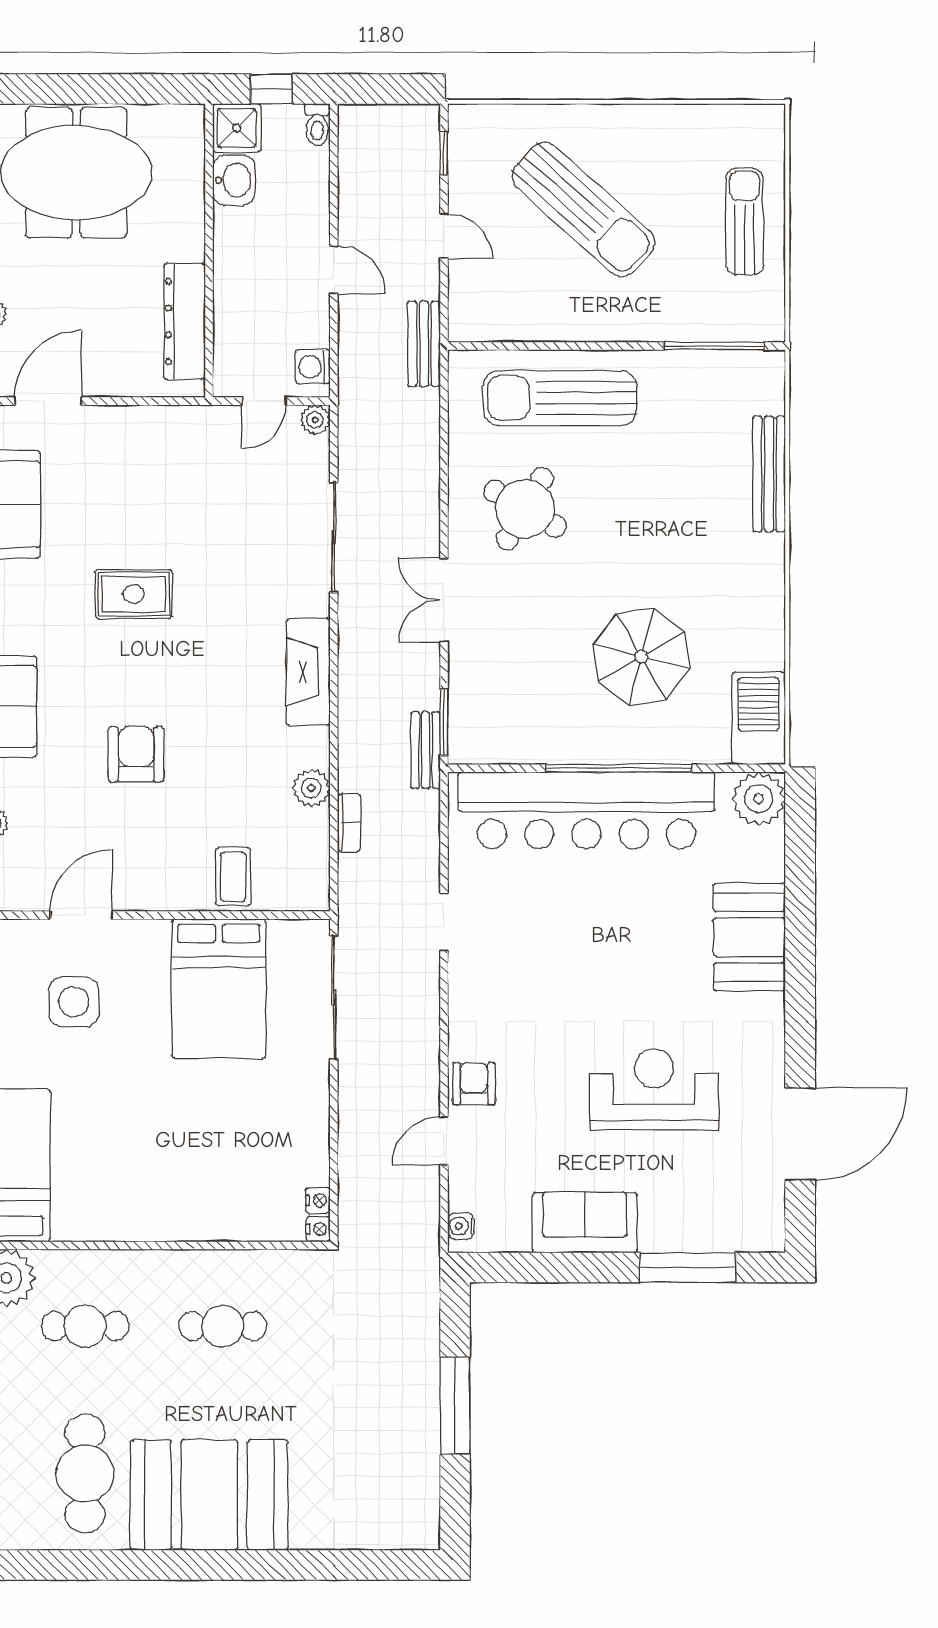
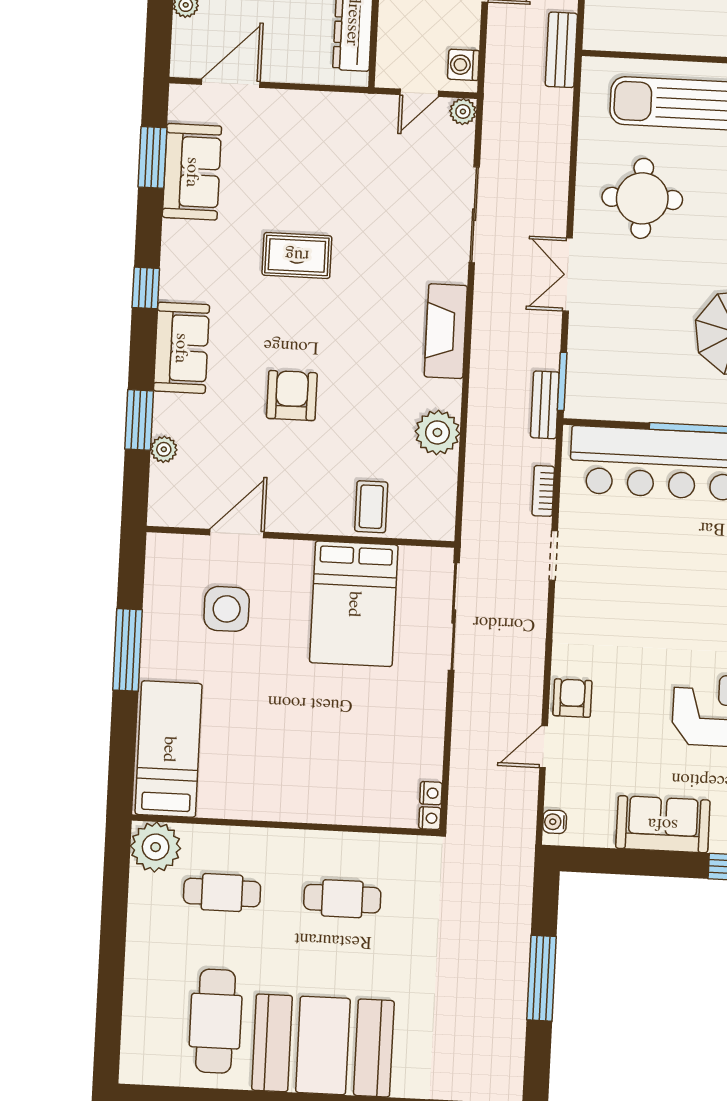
round table: (525, 509) -> (642, 198), turned -30
plant: (311, 788) -> (437, 432), width x1.36, depth x1.36
bookcase: (349, 823) -> (543, 491), moved, turned 180

